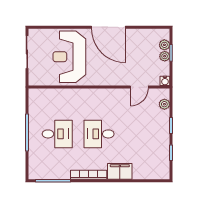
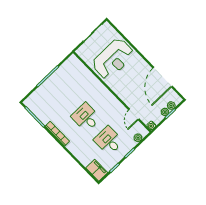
door: (108, 27) -> (163, 77), moved
reception desk: (69, 57) -> (113, 59), turned 180
door: (139, 87) -> (134, 114), hinge flipped
desk: (57, 134) -> (109, 141), moved, turned 180
filing cabinet: (120, 171) -> (97, 170), moved

